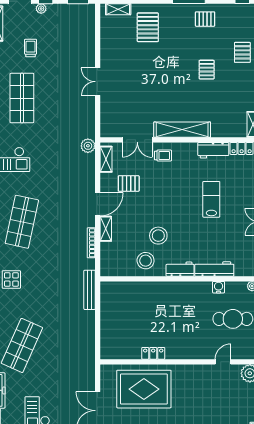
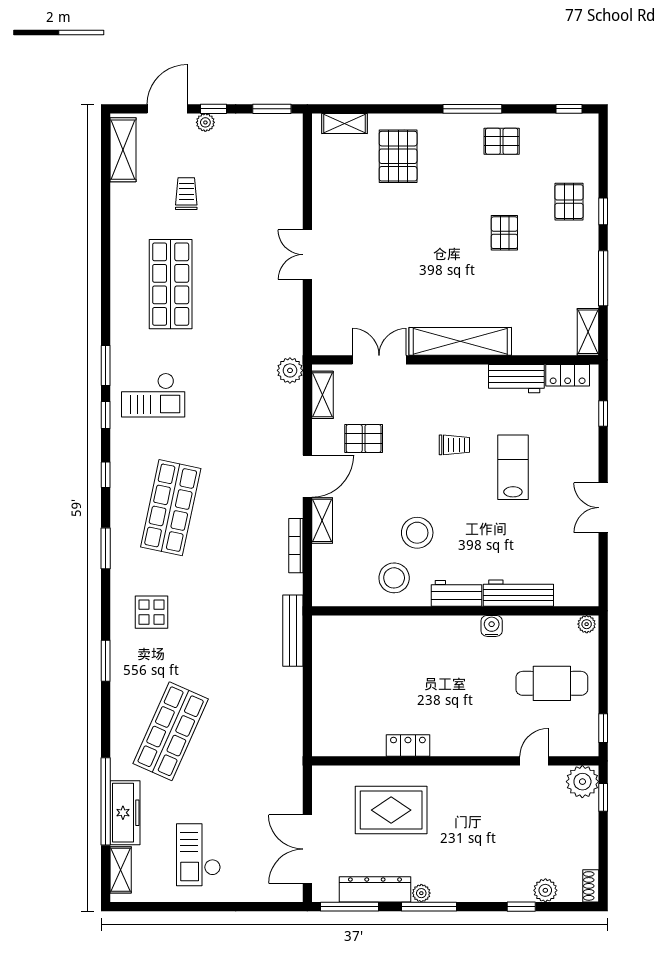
double door: (137, 140) -> (379, 360), swing flipped
trolley: (163, 156) -> (454, 445), moved
water cooler: (219, 287) -> (492, 626), moved
rug: (144, 389) -> (391, 810), width x0.73, depth x0.69

